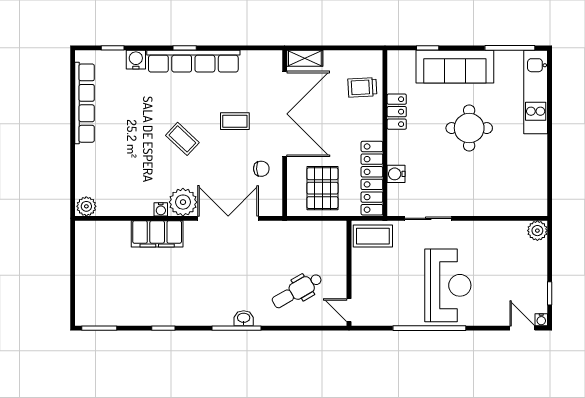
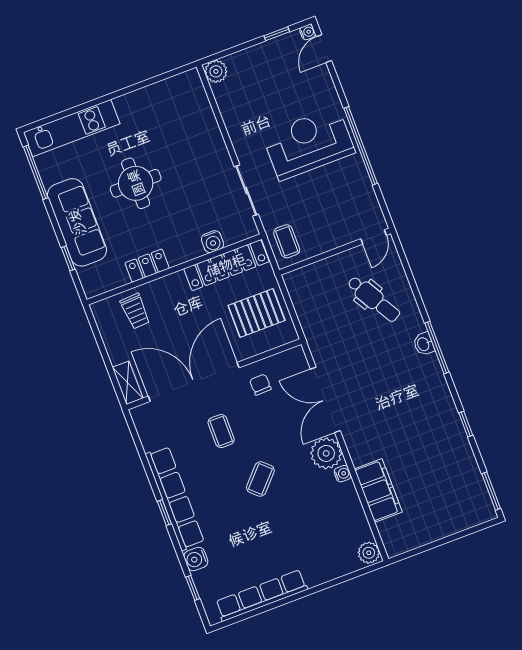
filing cabinet: (157, 234) -> (378, 490), moved
coffee table: (373, 236) -> (287, 241), width x0.73, depth x0.77

